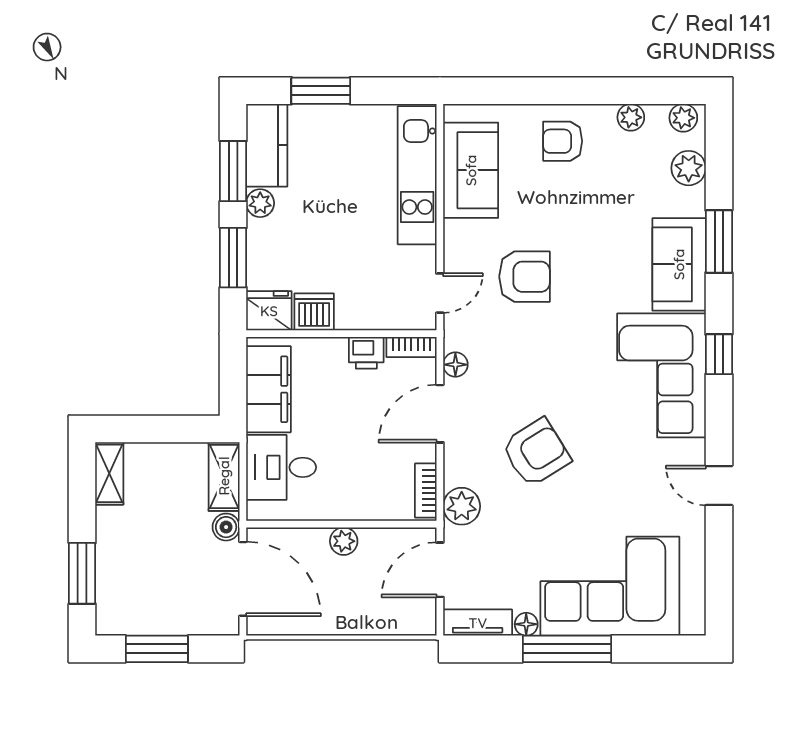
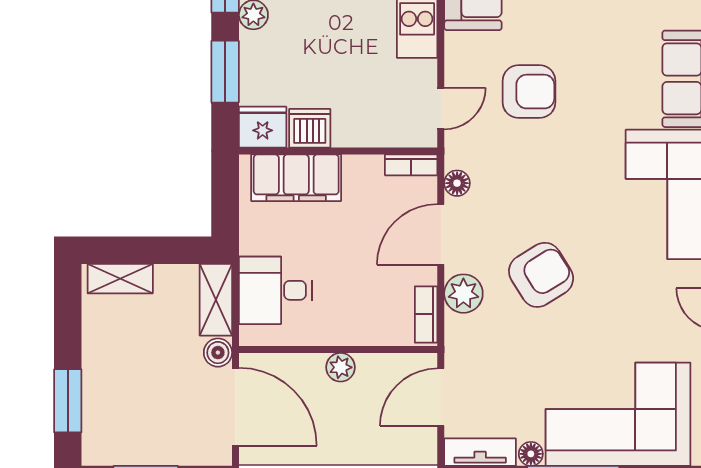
printer: (366, 353) -> (364, 171), removed
filing cabinet: (269, 389) -> (296, 178), moved, turned 90
shelving: (109, 473) -> (120, 279), moved, turned 90
plant: (462, 506) -> (463, 294), moved

